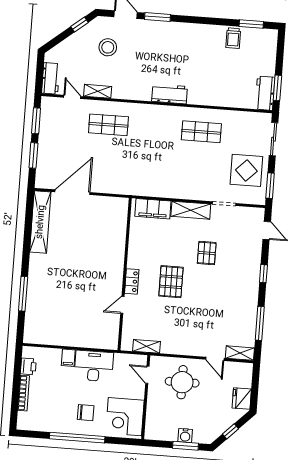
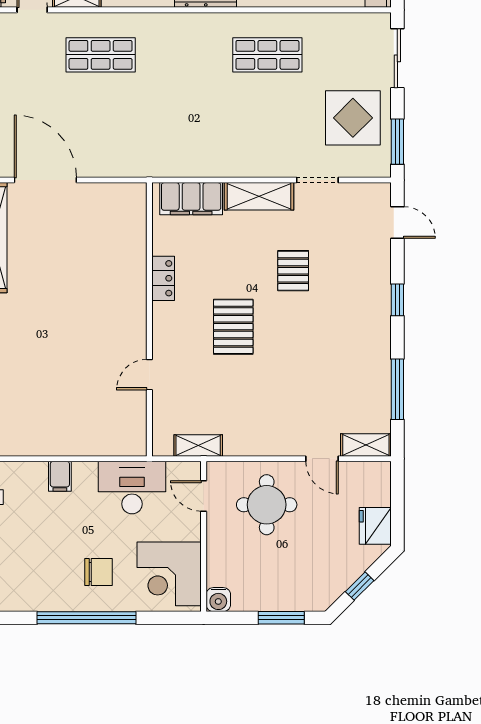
door: (72, 192) -> (45, 180), hinge flipped
locker: (132, 281) -> (163, 278), moved
desk: (94, 366) -> (132, 488), moved
water cooler: (185, 436) -> (218, 600), moved

